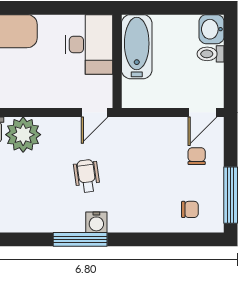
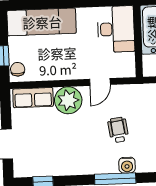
door: (95, 112) -> (100, 82), moved

